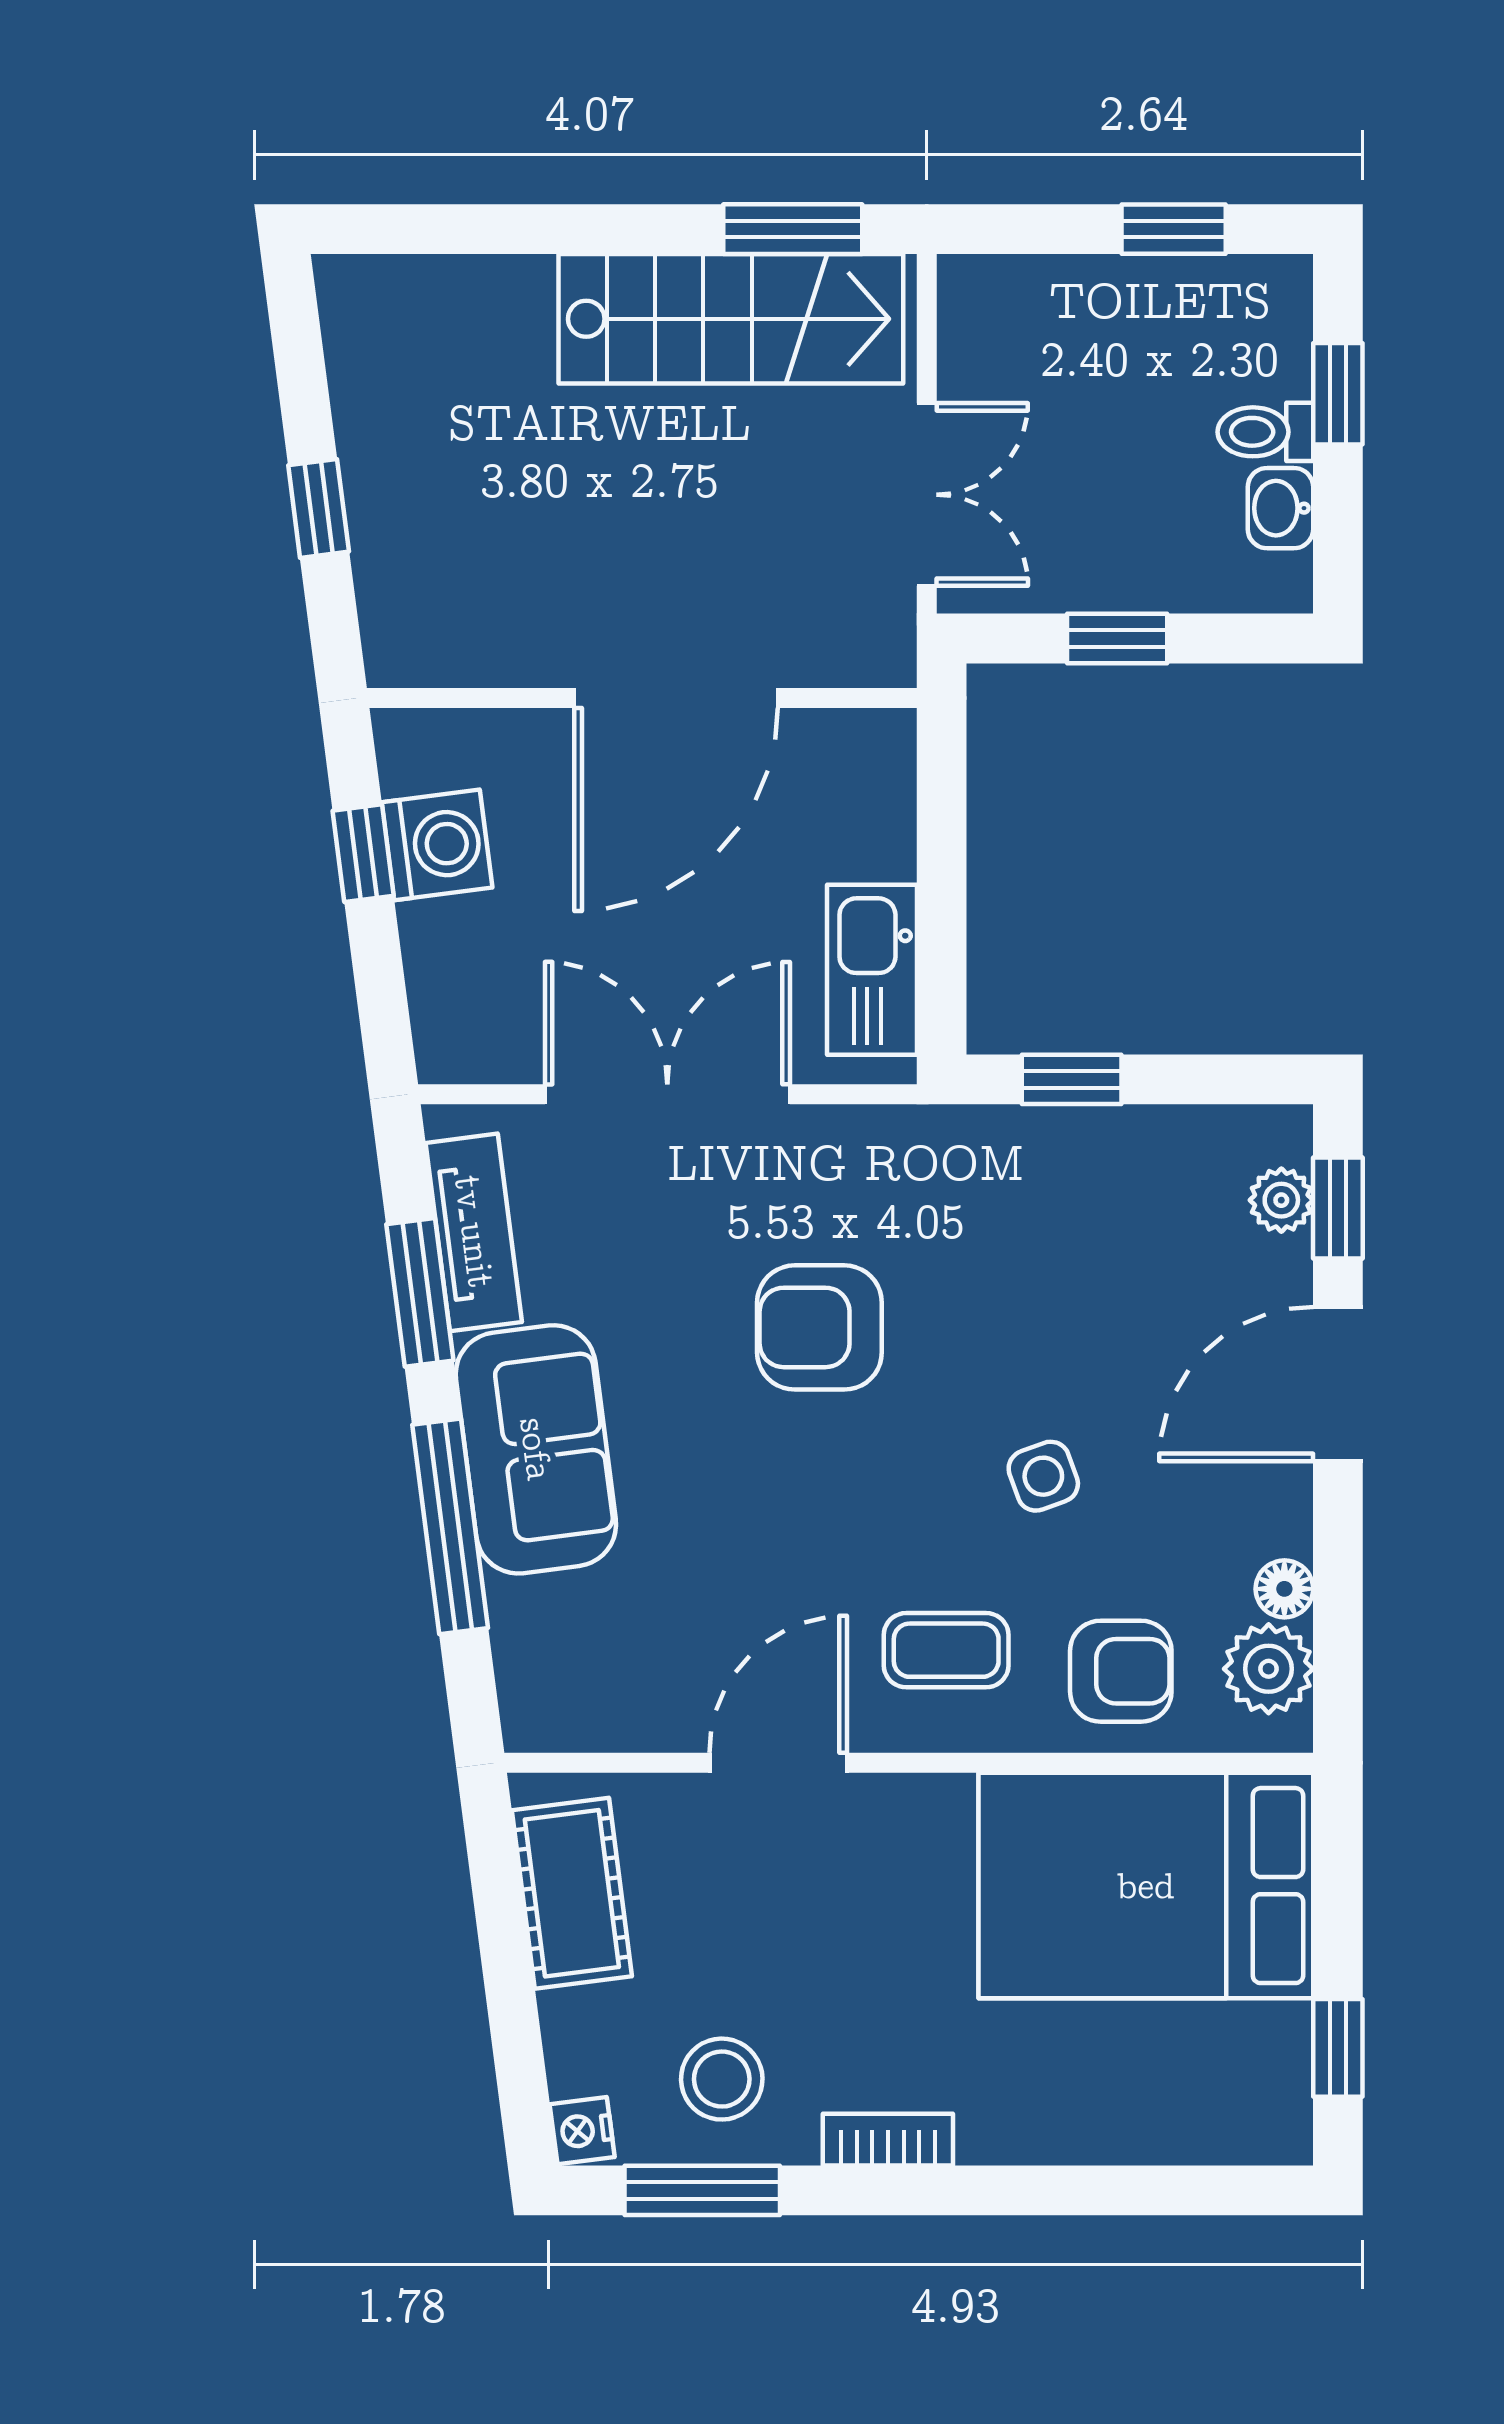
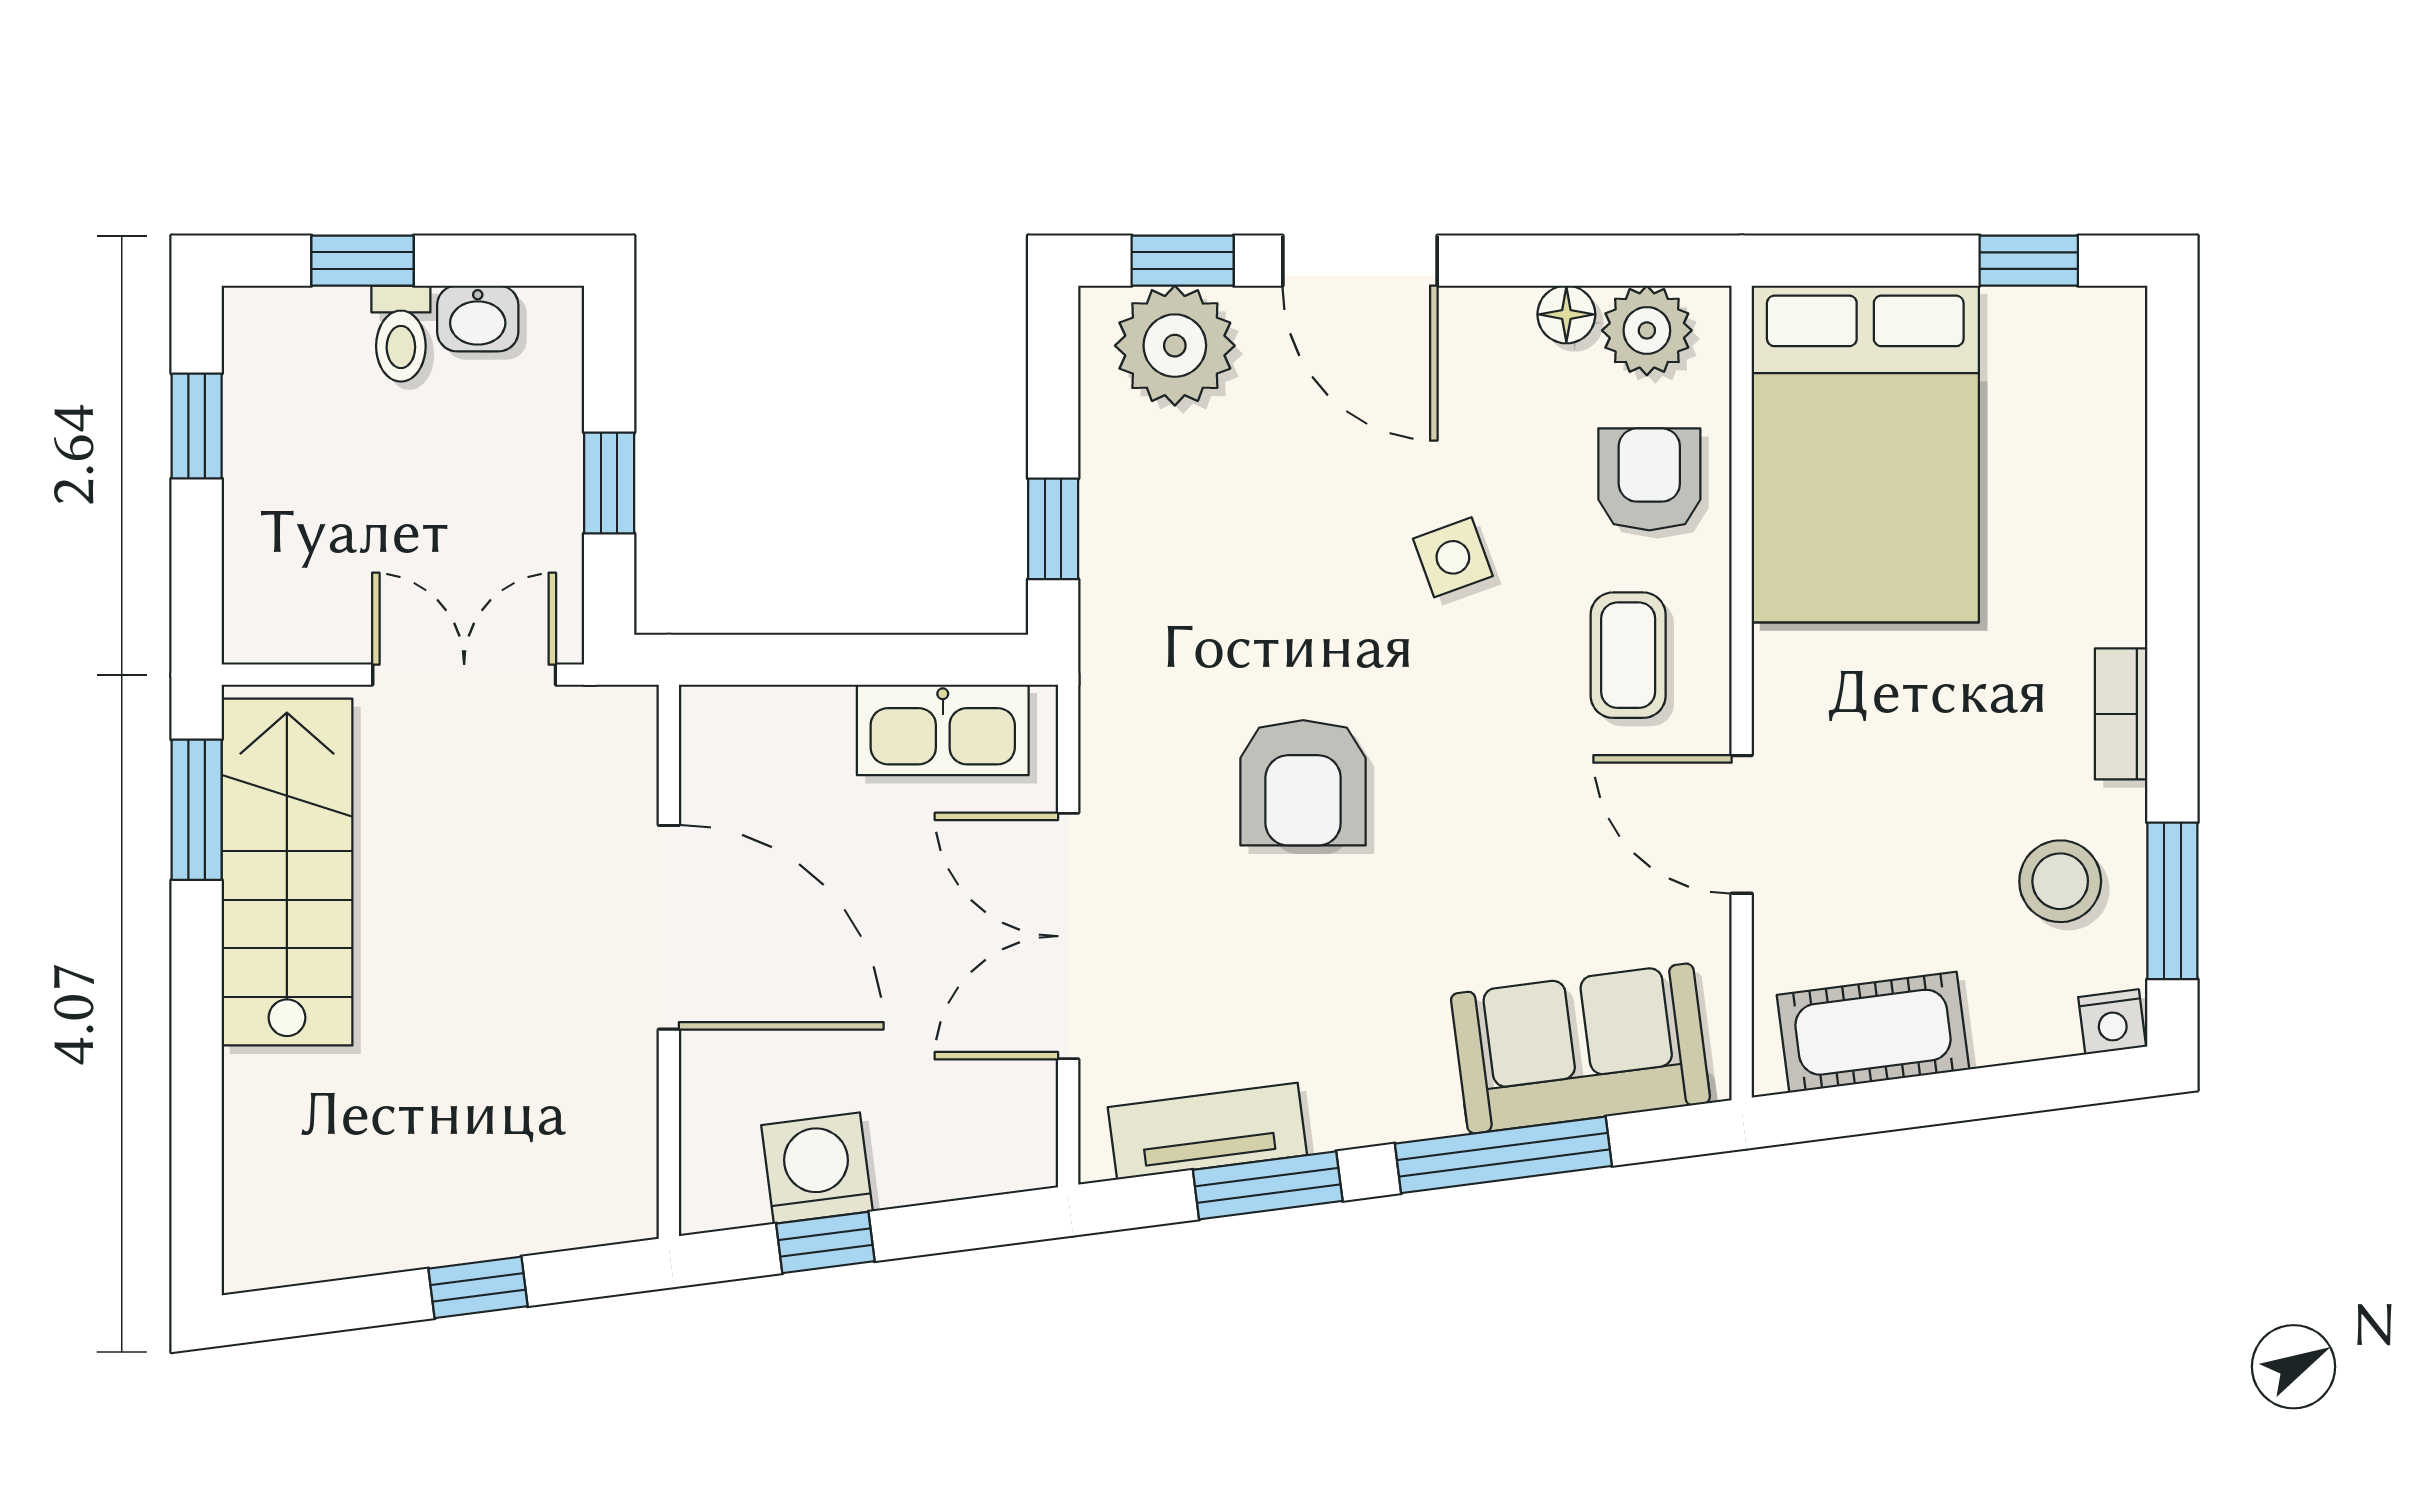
plant: (1281, 1200) -> (1175, 346), width x1.87, depth x1.87
sofa: (536, 1449) -> (1580, 1048), moved

